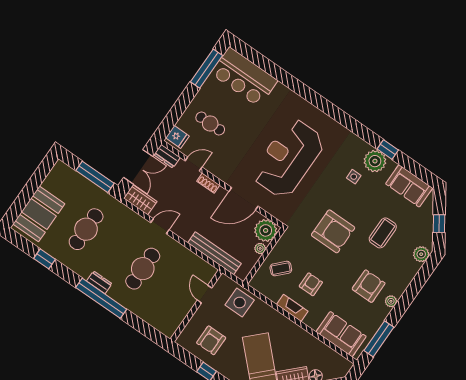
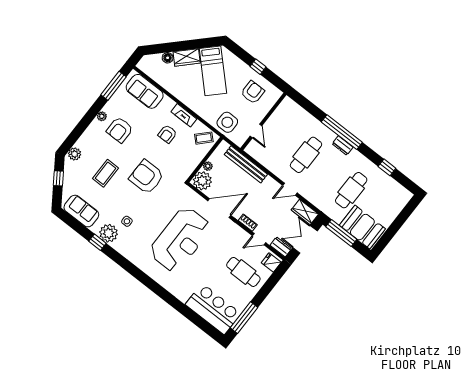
cafe table: (210, 124) -> (243, 272), width x1.37, depth x1.35
booth: (39, 214) -> (362, 227), moved, turned 90
coffee table: (281, 269) -> (204, 138), moved

